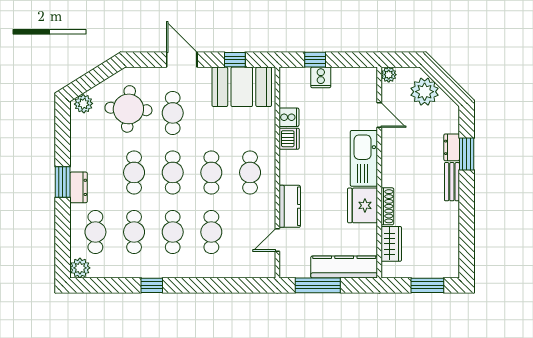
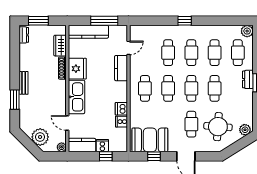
kitchen counter: (355, 78) -> (82, 145), added
dresser: (452, 147) -> (24, 35), moved
window: (152, 285) -> (185, 21), moved

